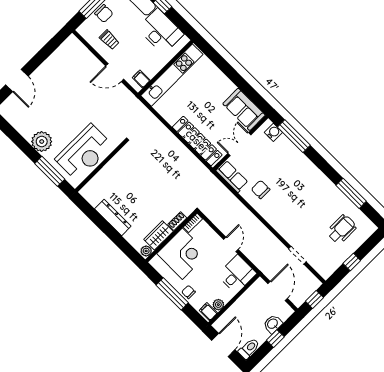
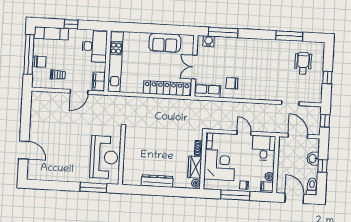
desk: (161, 31) -> (95, 46), moved, turned 90
filing cabinet: (141, 79) -> (99, 81), width x2.00
sofa: (244, 109) -> (165, 43), moved
plant: (42, 142) -> (72, 174), removed

